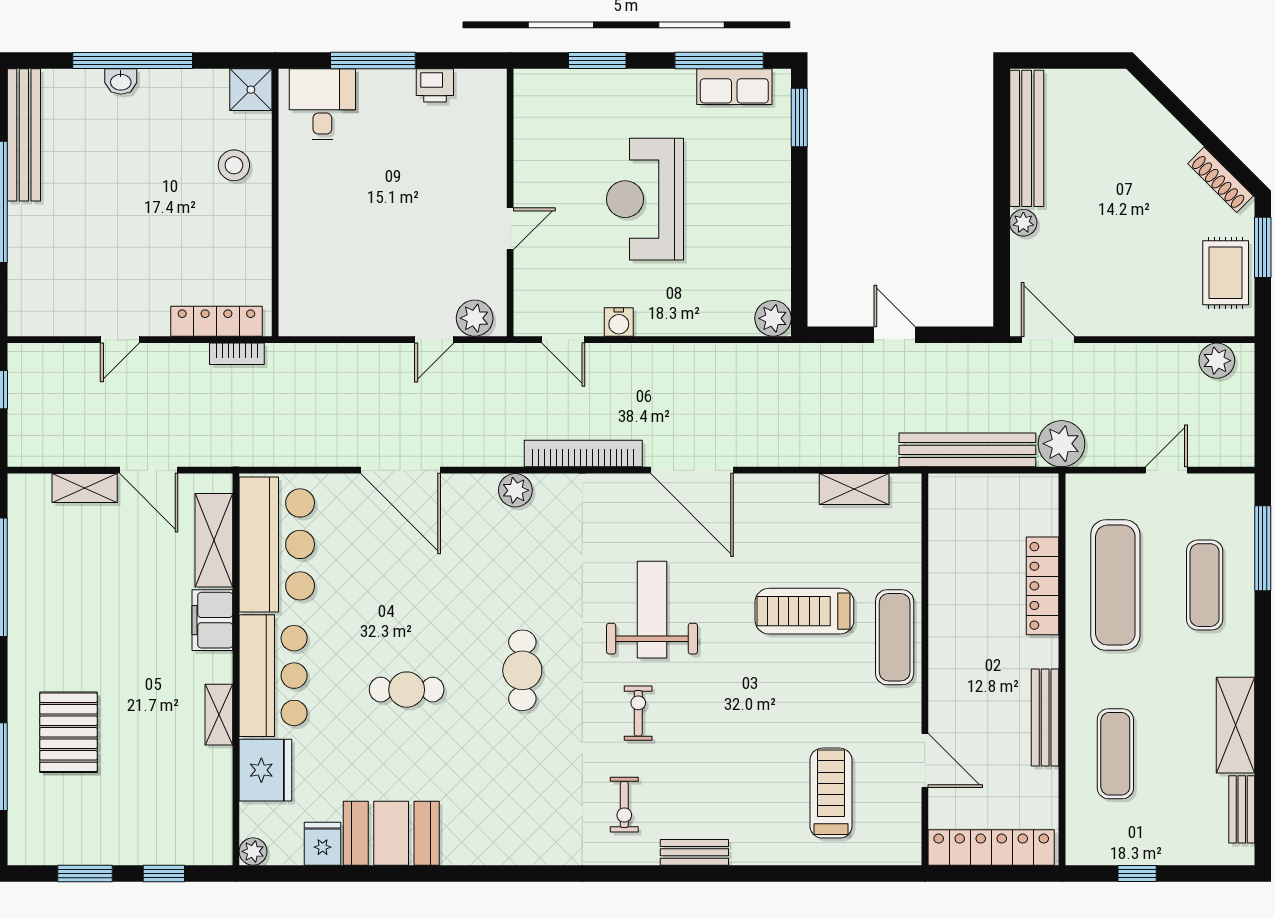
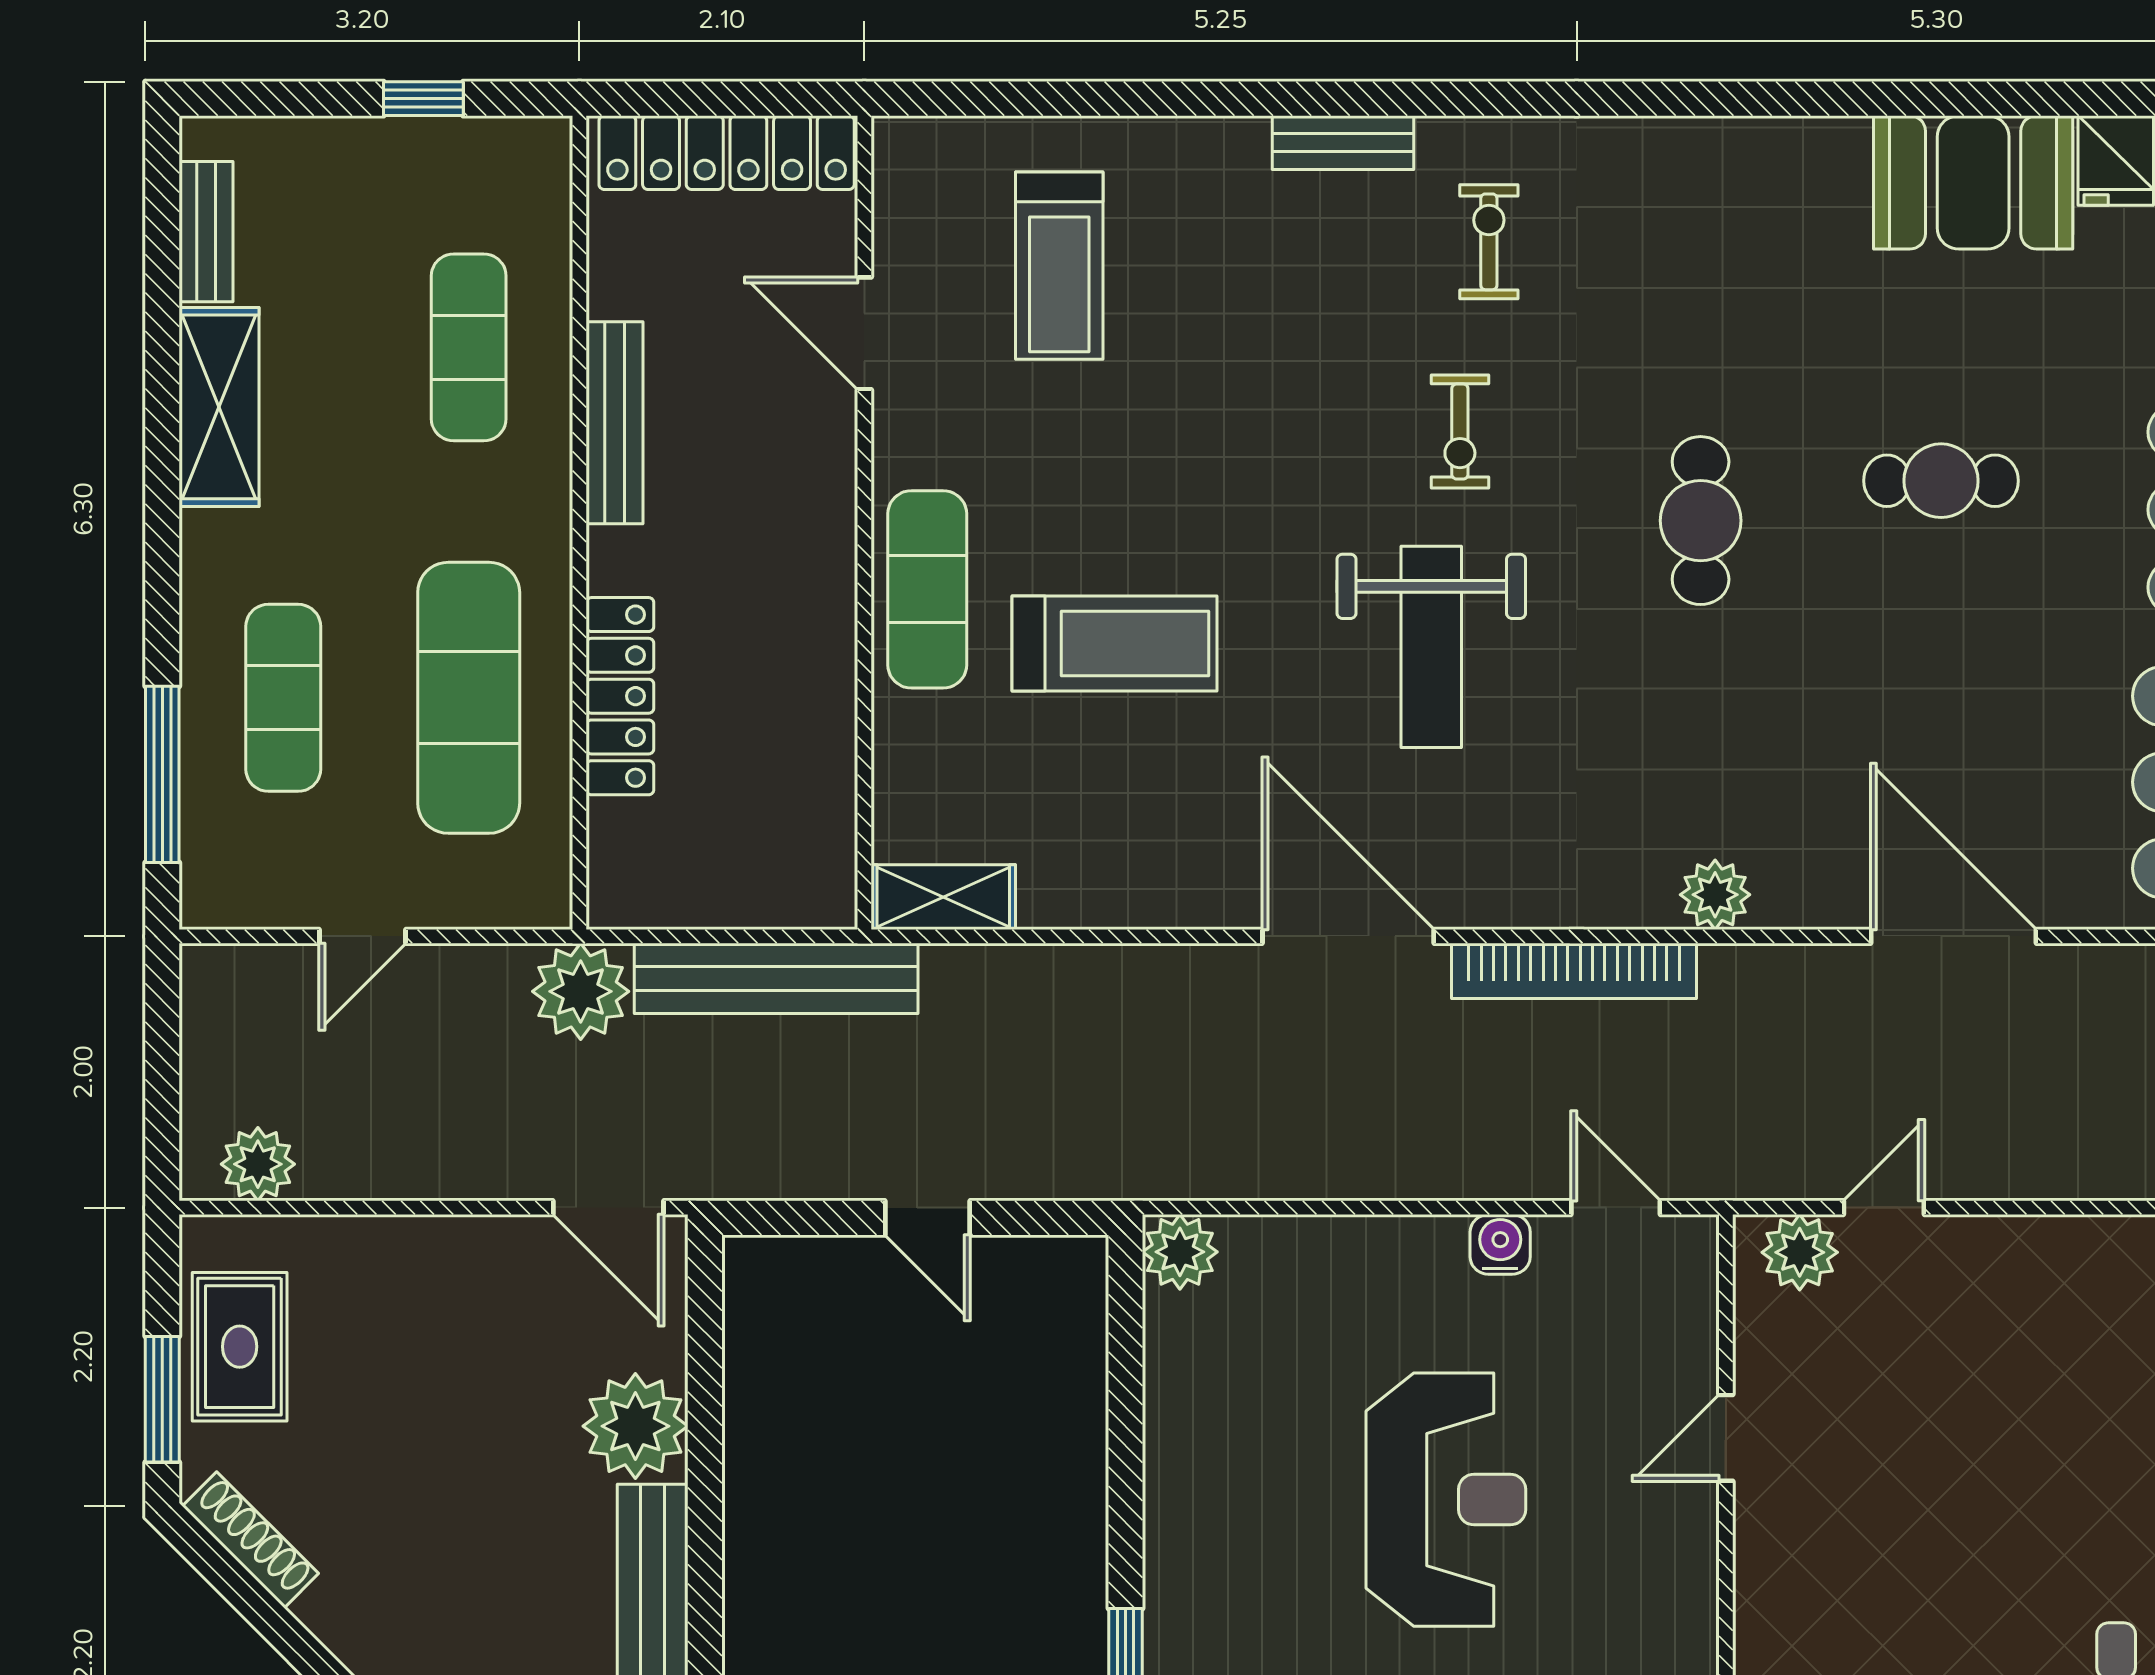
plant: (1023, 223) -> (635, 1426), width x1.88, depth x1.88
shelving: (854, 489) -> (943, 897), moved

